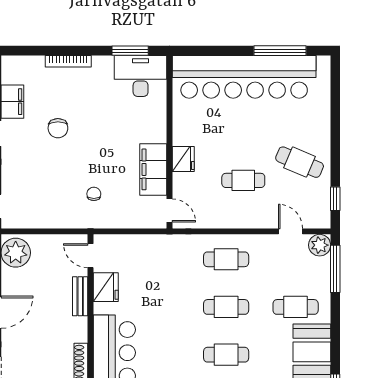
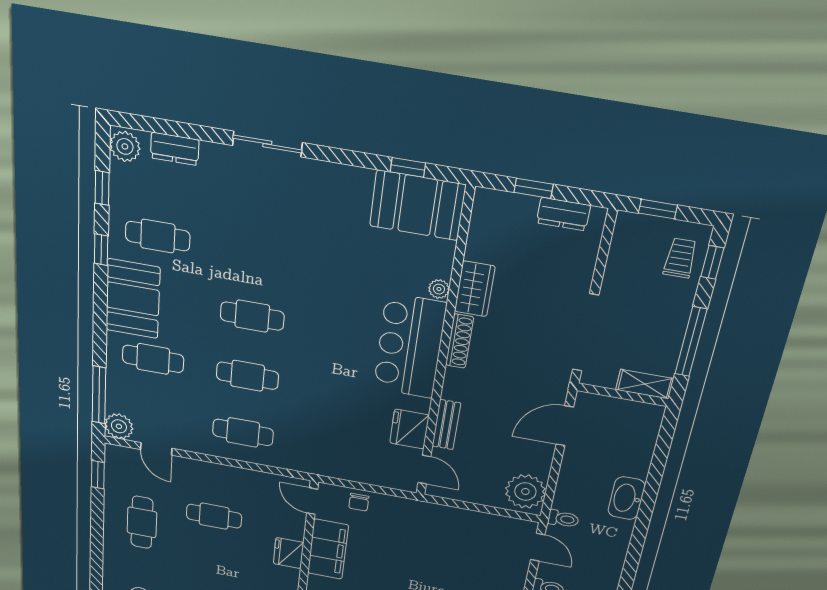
cafe table: (300, 162) -> (142, 522), turned 67
chair: (94, 194) -> (359, 502), moved

